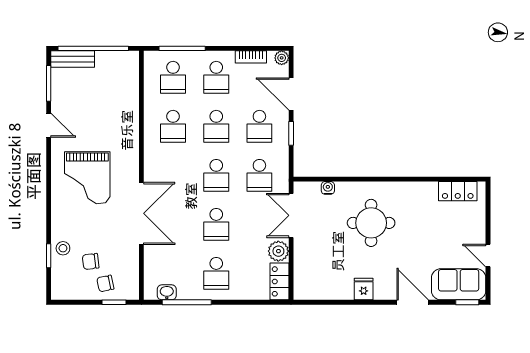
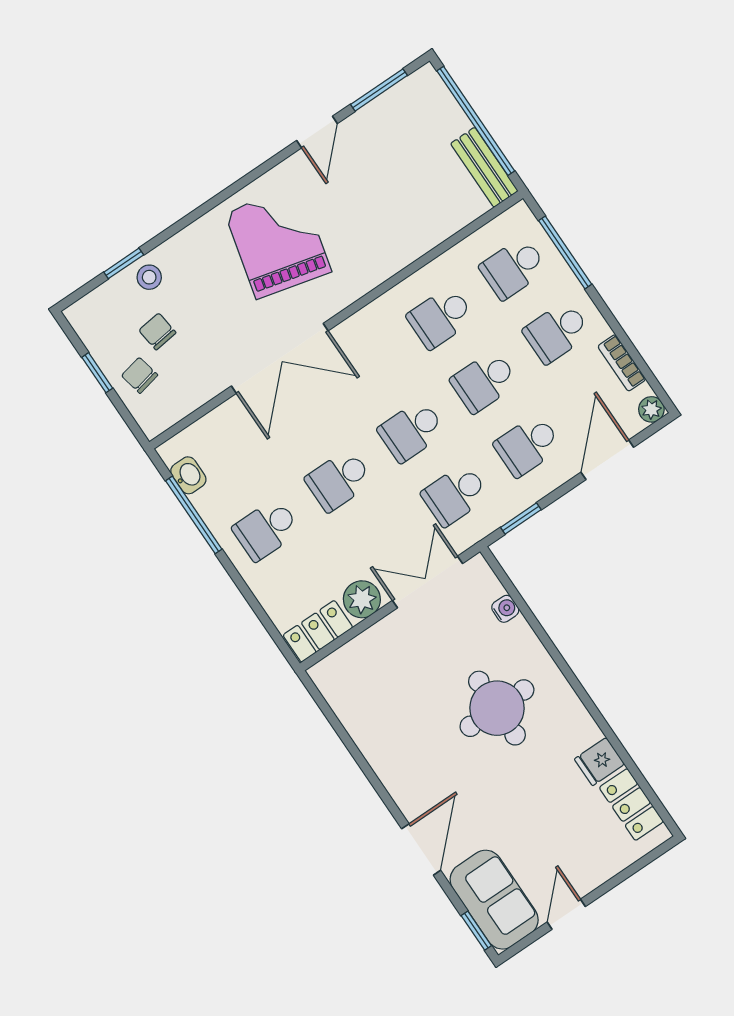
bench: (73, 59) -> (484, 167), moved
window: (291, 133) -> (521, 519), moved
grand piano: (87, 178) -> (278, 242), turned 104
fridge: (364, 289) -> (599, 762), moved, turned 180
window: (114, 302) -> (97, 373), moved

